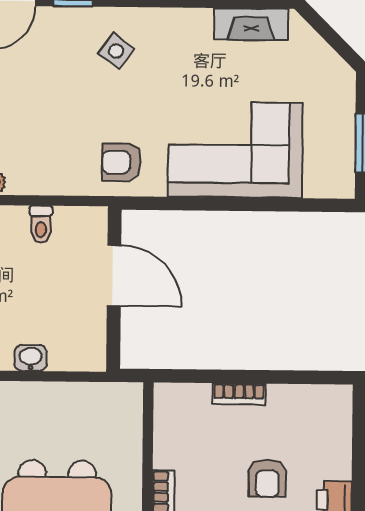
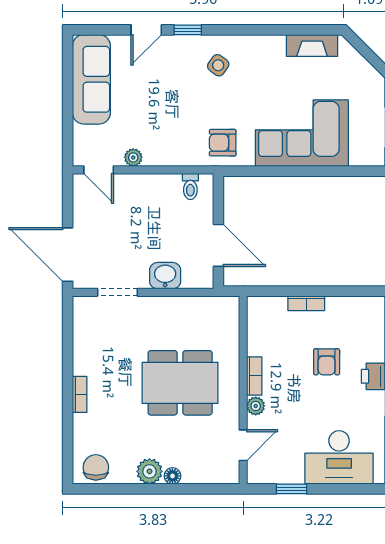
toilet: (41, 224) -> (190, 187), moved
door: (114, 275) -> (218, 245), moved
washbasin: (31, 358) -> (165, 276), width x1.38, depth x1.45

